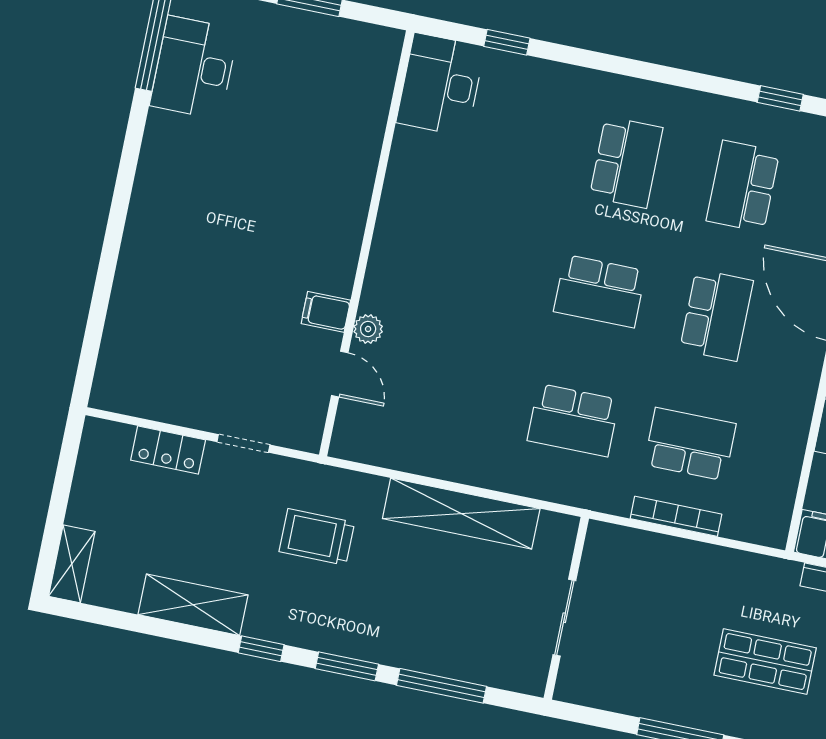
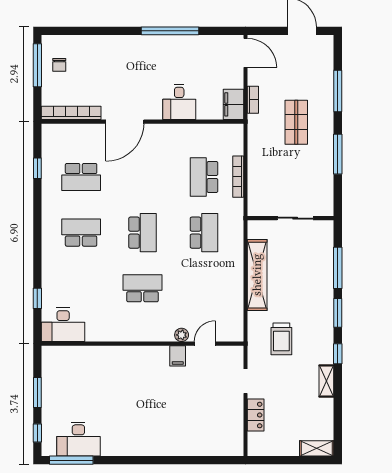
school desk: (716, 315) -> (143, 288), moved
shelving: (193, 605) -> (326, 381), width x0.67, depth x0.75

